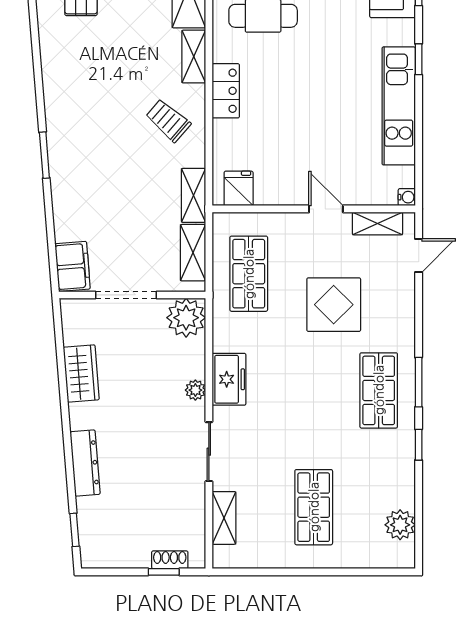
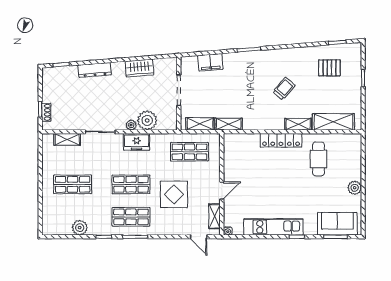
locker: (226, 91) -> (281, 140), width x1.53
trolley: (168, 120) -> (284, 89), moved
fridge: (239, 188) -> (232, 147), removed
filing cabinet: (73, 266) -> (210, 62), moved
plant: (186, 318) -> (147, 120), moved
shop shelf: (314, 390) -> (131, 184), added
plant: (400, 525) -> (80, 228), moved

